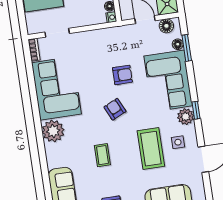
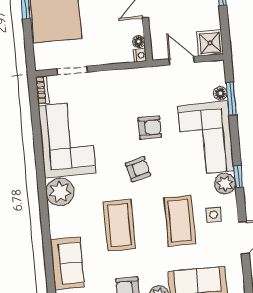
floor lamp: (166, 26) -> (208, 70), removed
armchair: (115, 109) -> (138, 169), turned 100
coffee table: (102, 155) -> (119, 225), width x1.86, depth x1.72

